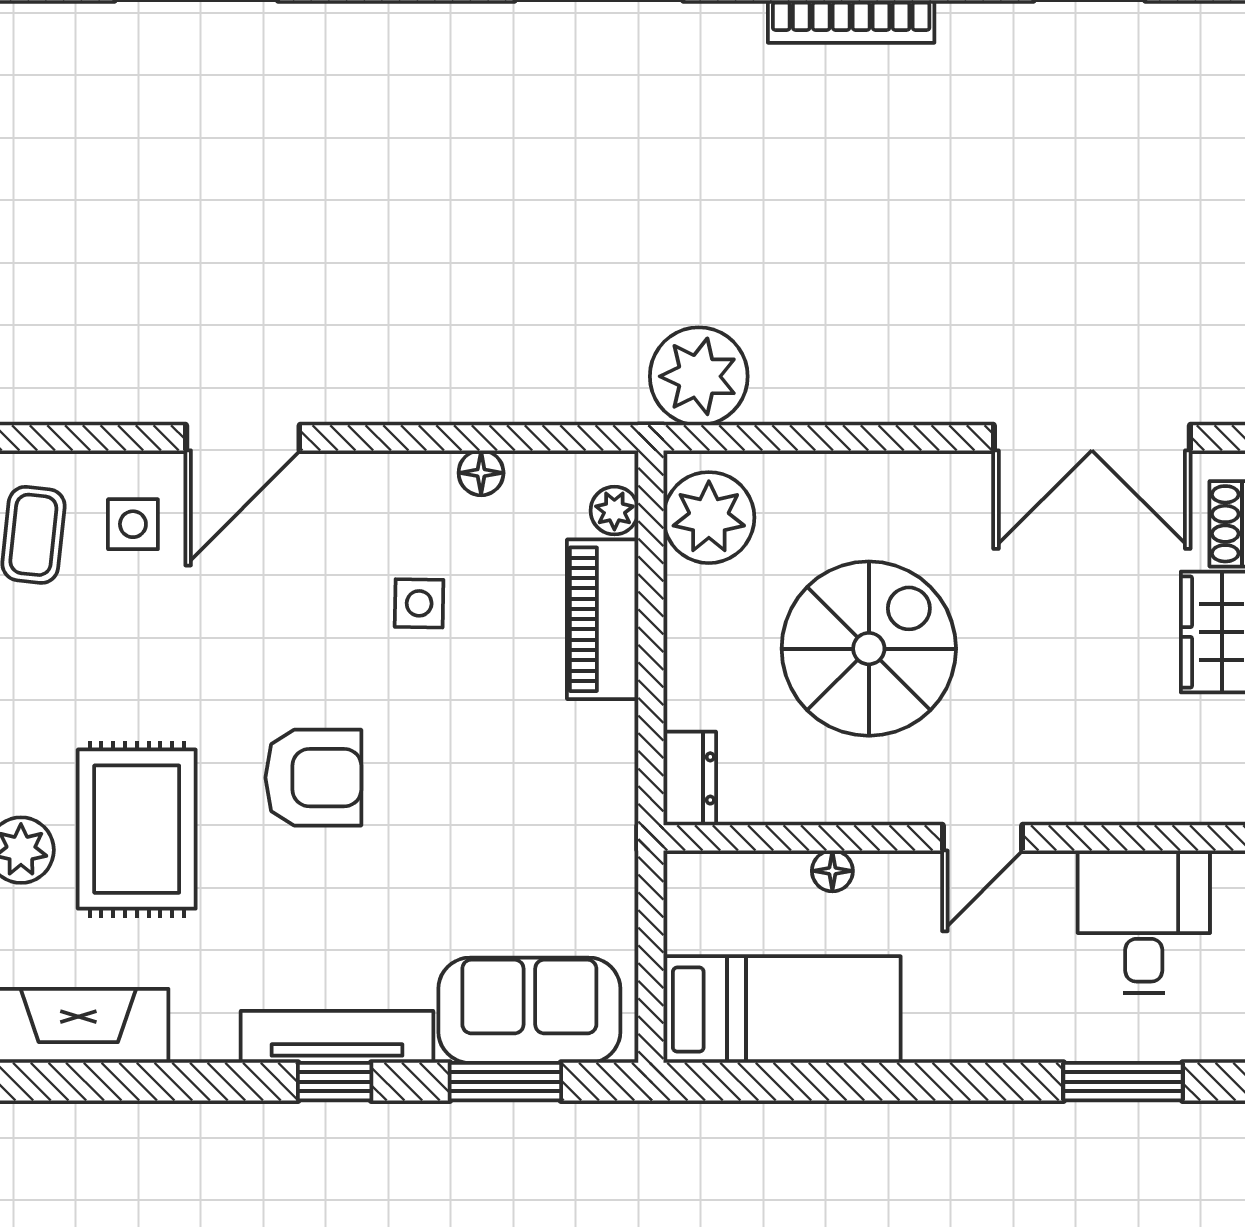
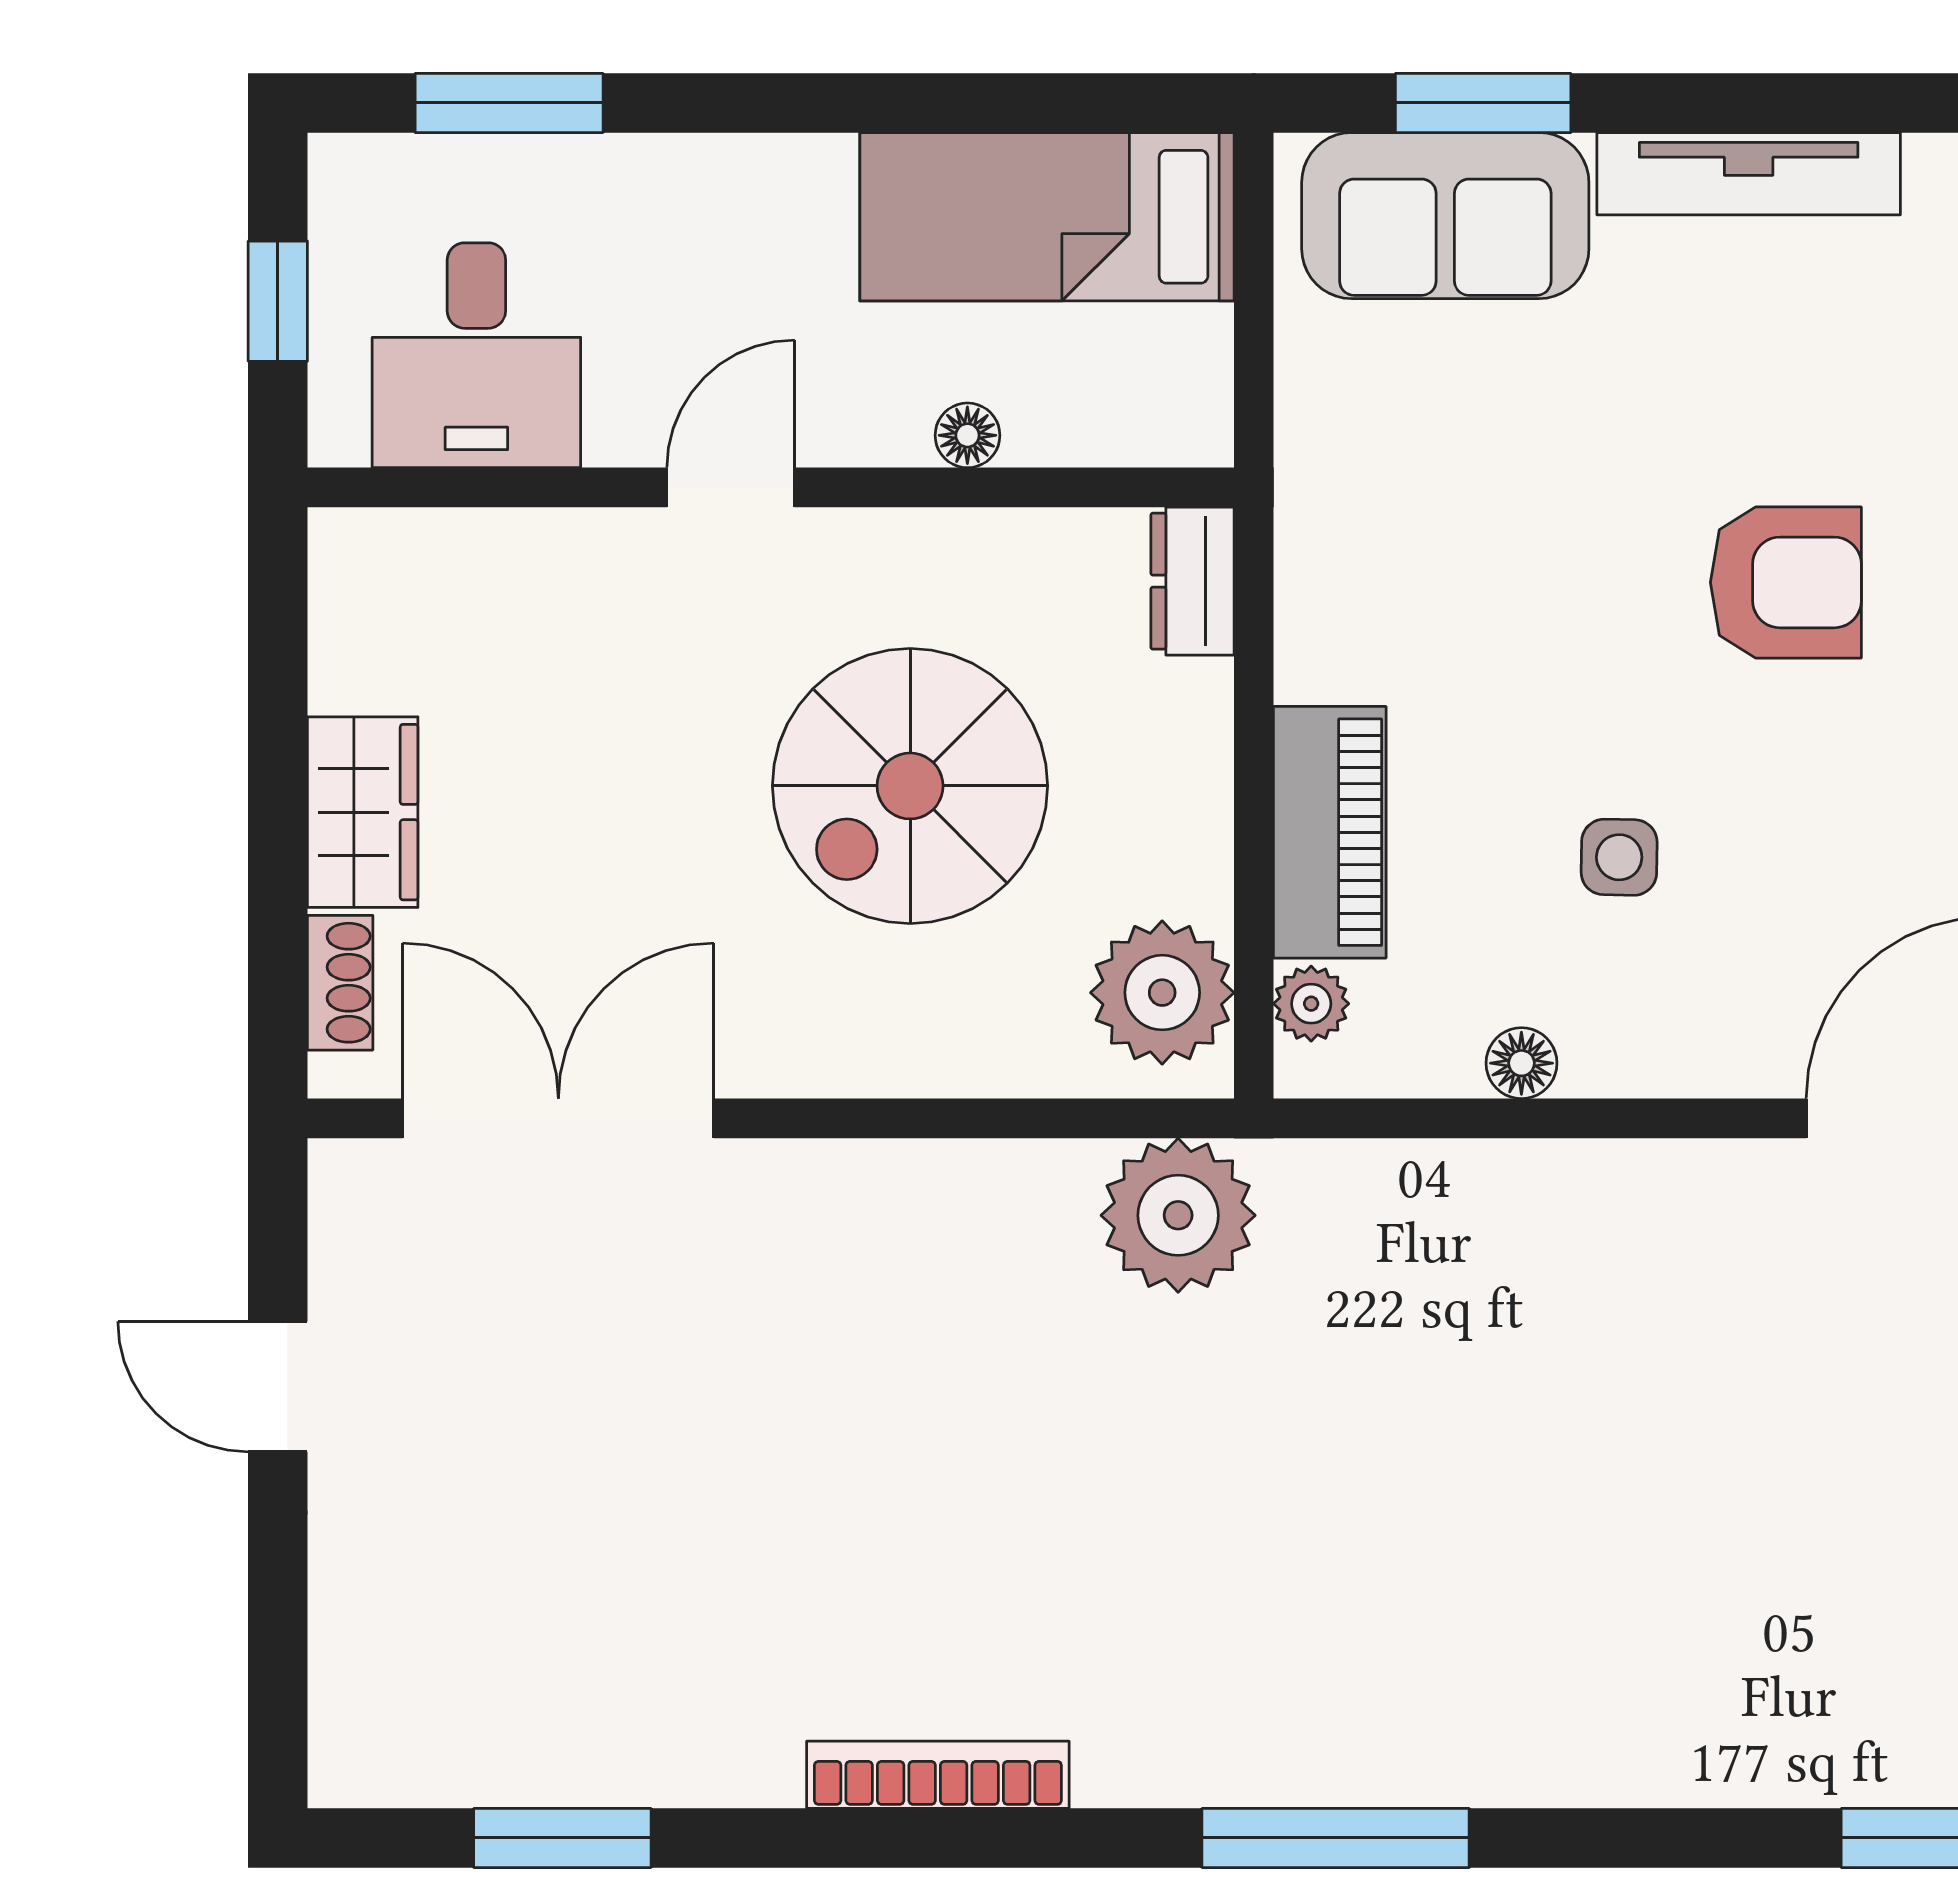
armchair: (313, 778) -> (1786, 582), turned 180
window: (335, 1082) -> (1752, 103), removed

